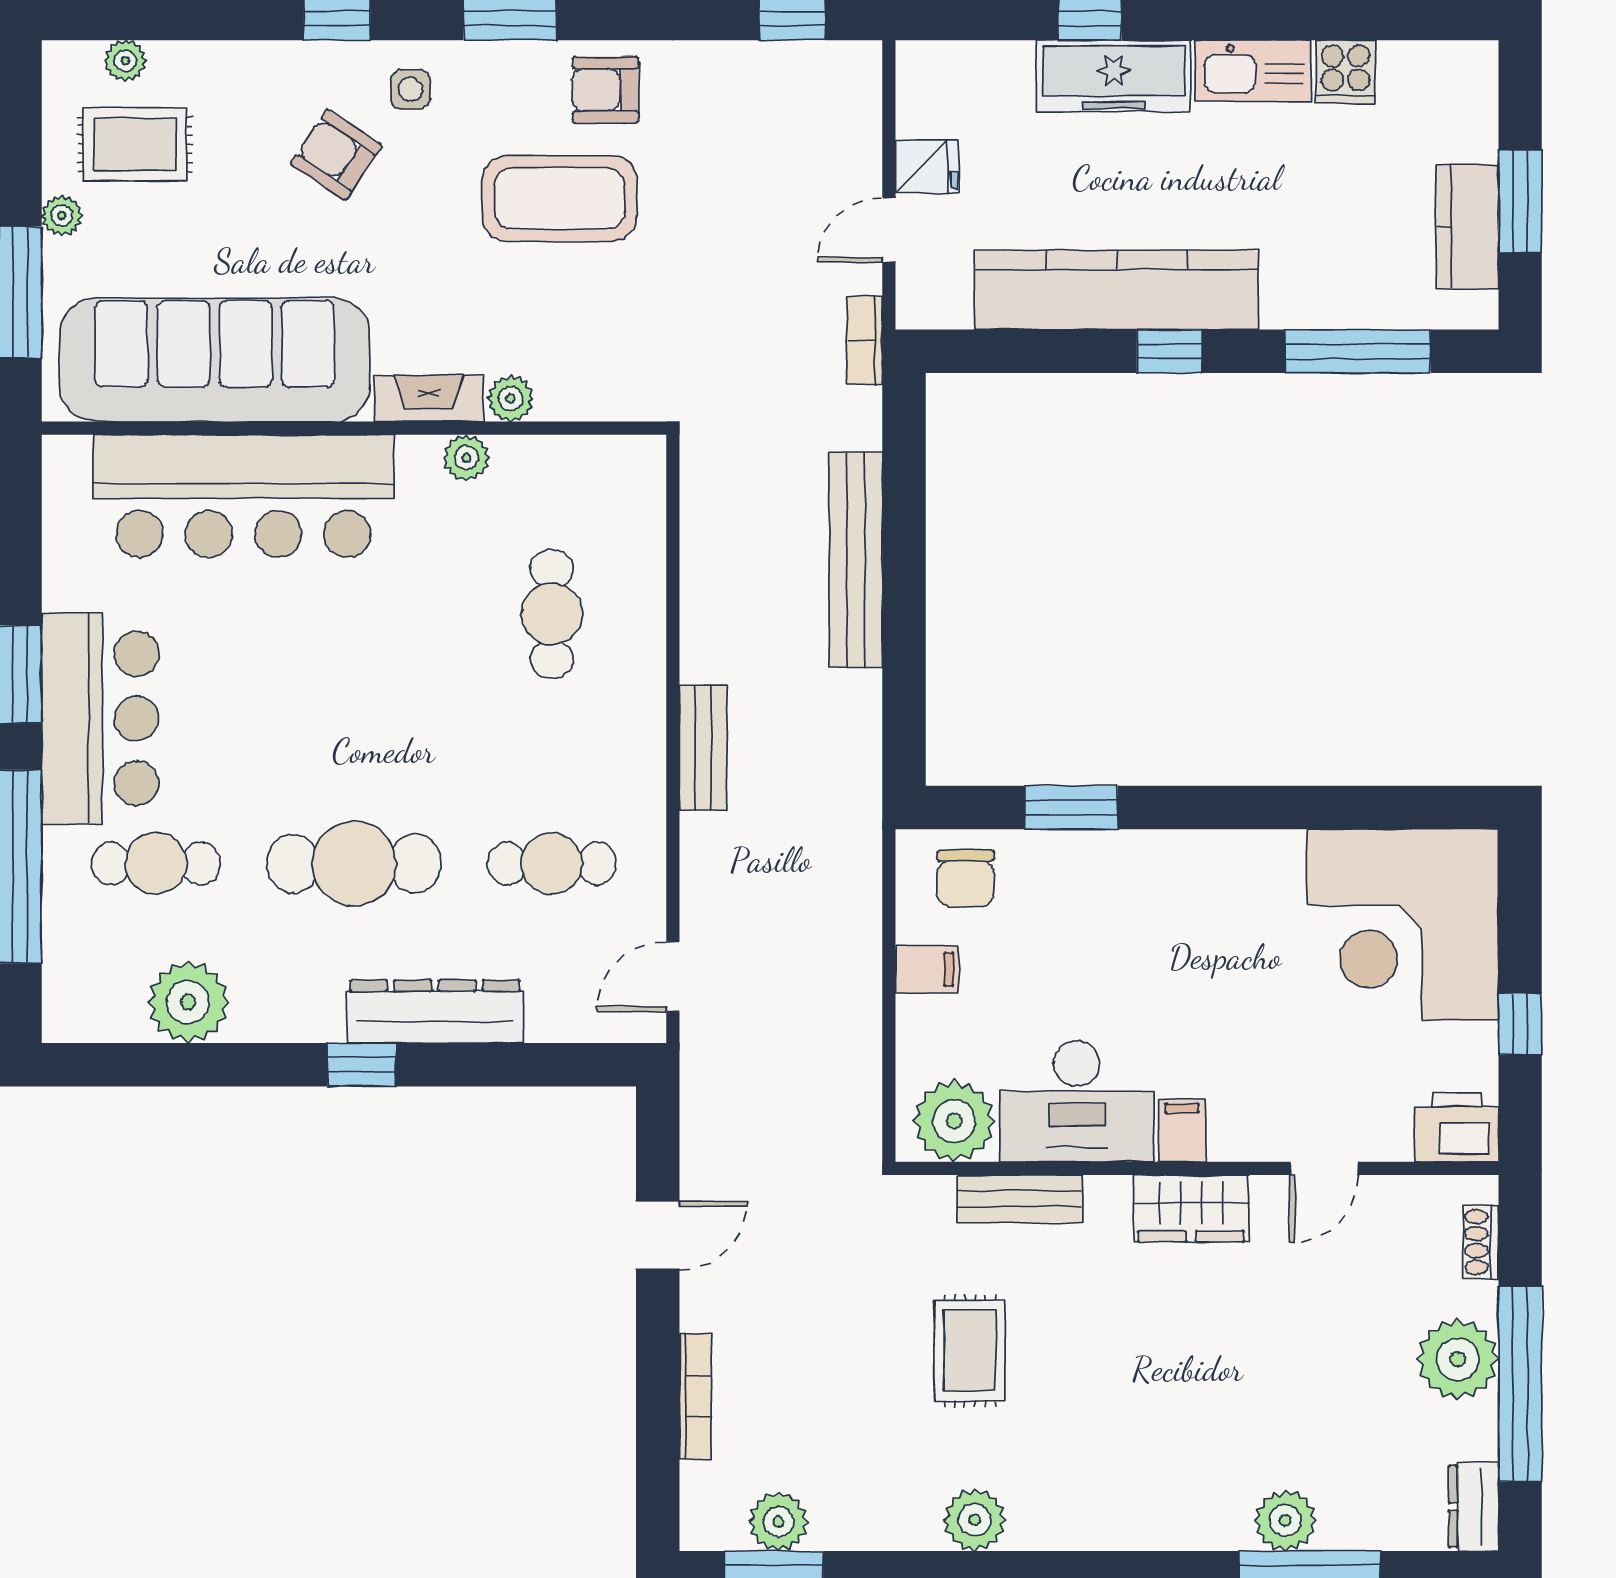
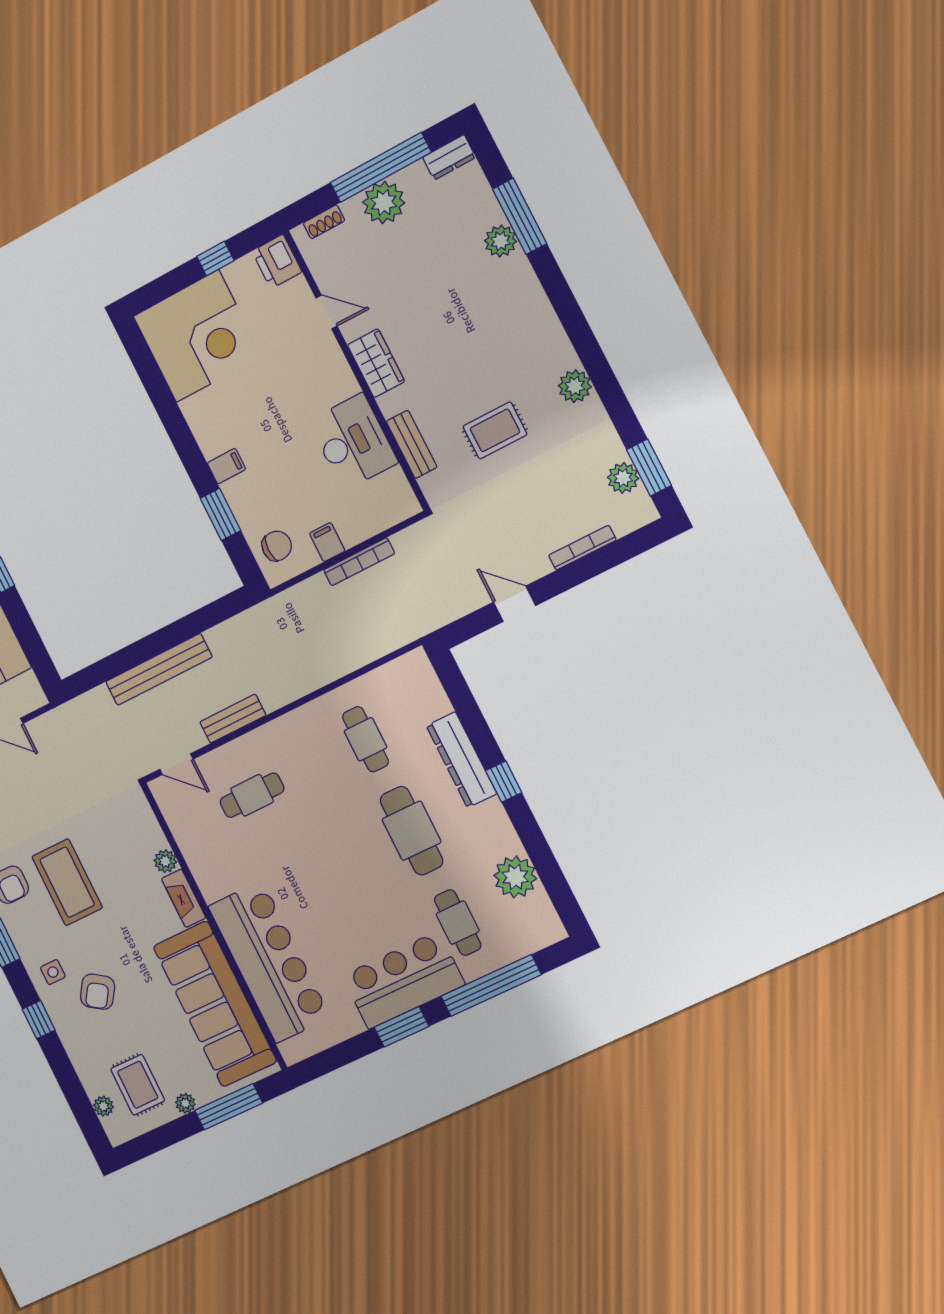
bookcase: (865, 340) -> (359, 562), moved, width x1.56
plant: (466, 458) -> (201, 868), removed
bench: (703, 748) -> (233, 719), moved
door: (673, 977) -> (176, 764), moved
plant: (954, 1121) -> (391, 493), removed
filing cabinet: (1182, 1130) -> (226, 466), moved, turned 180

